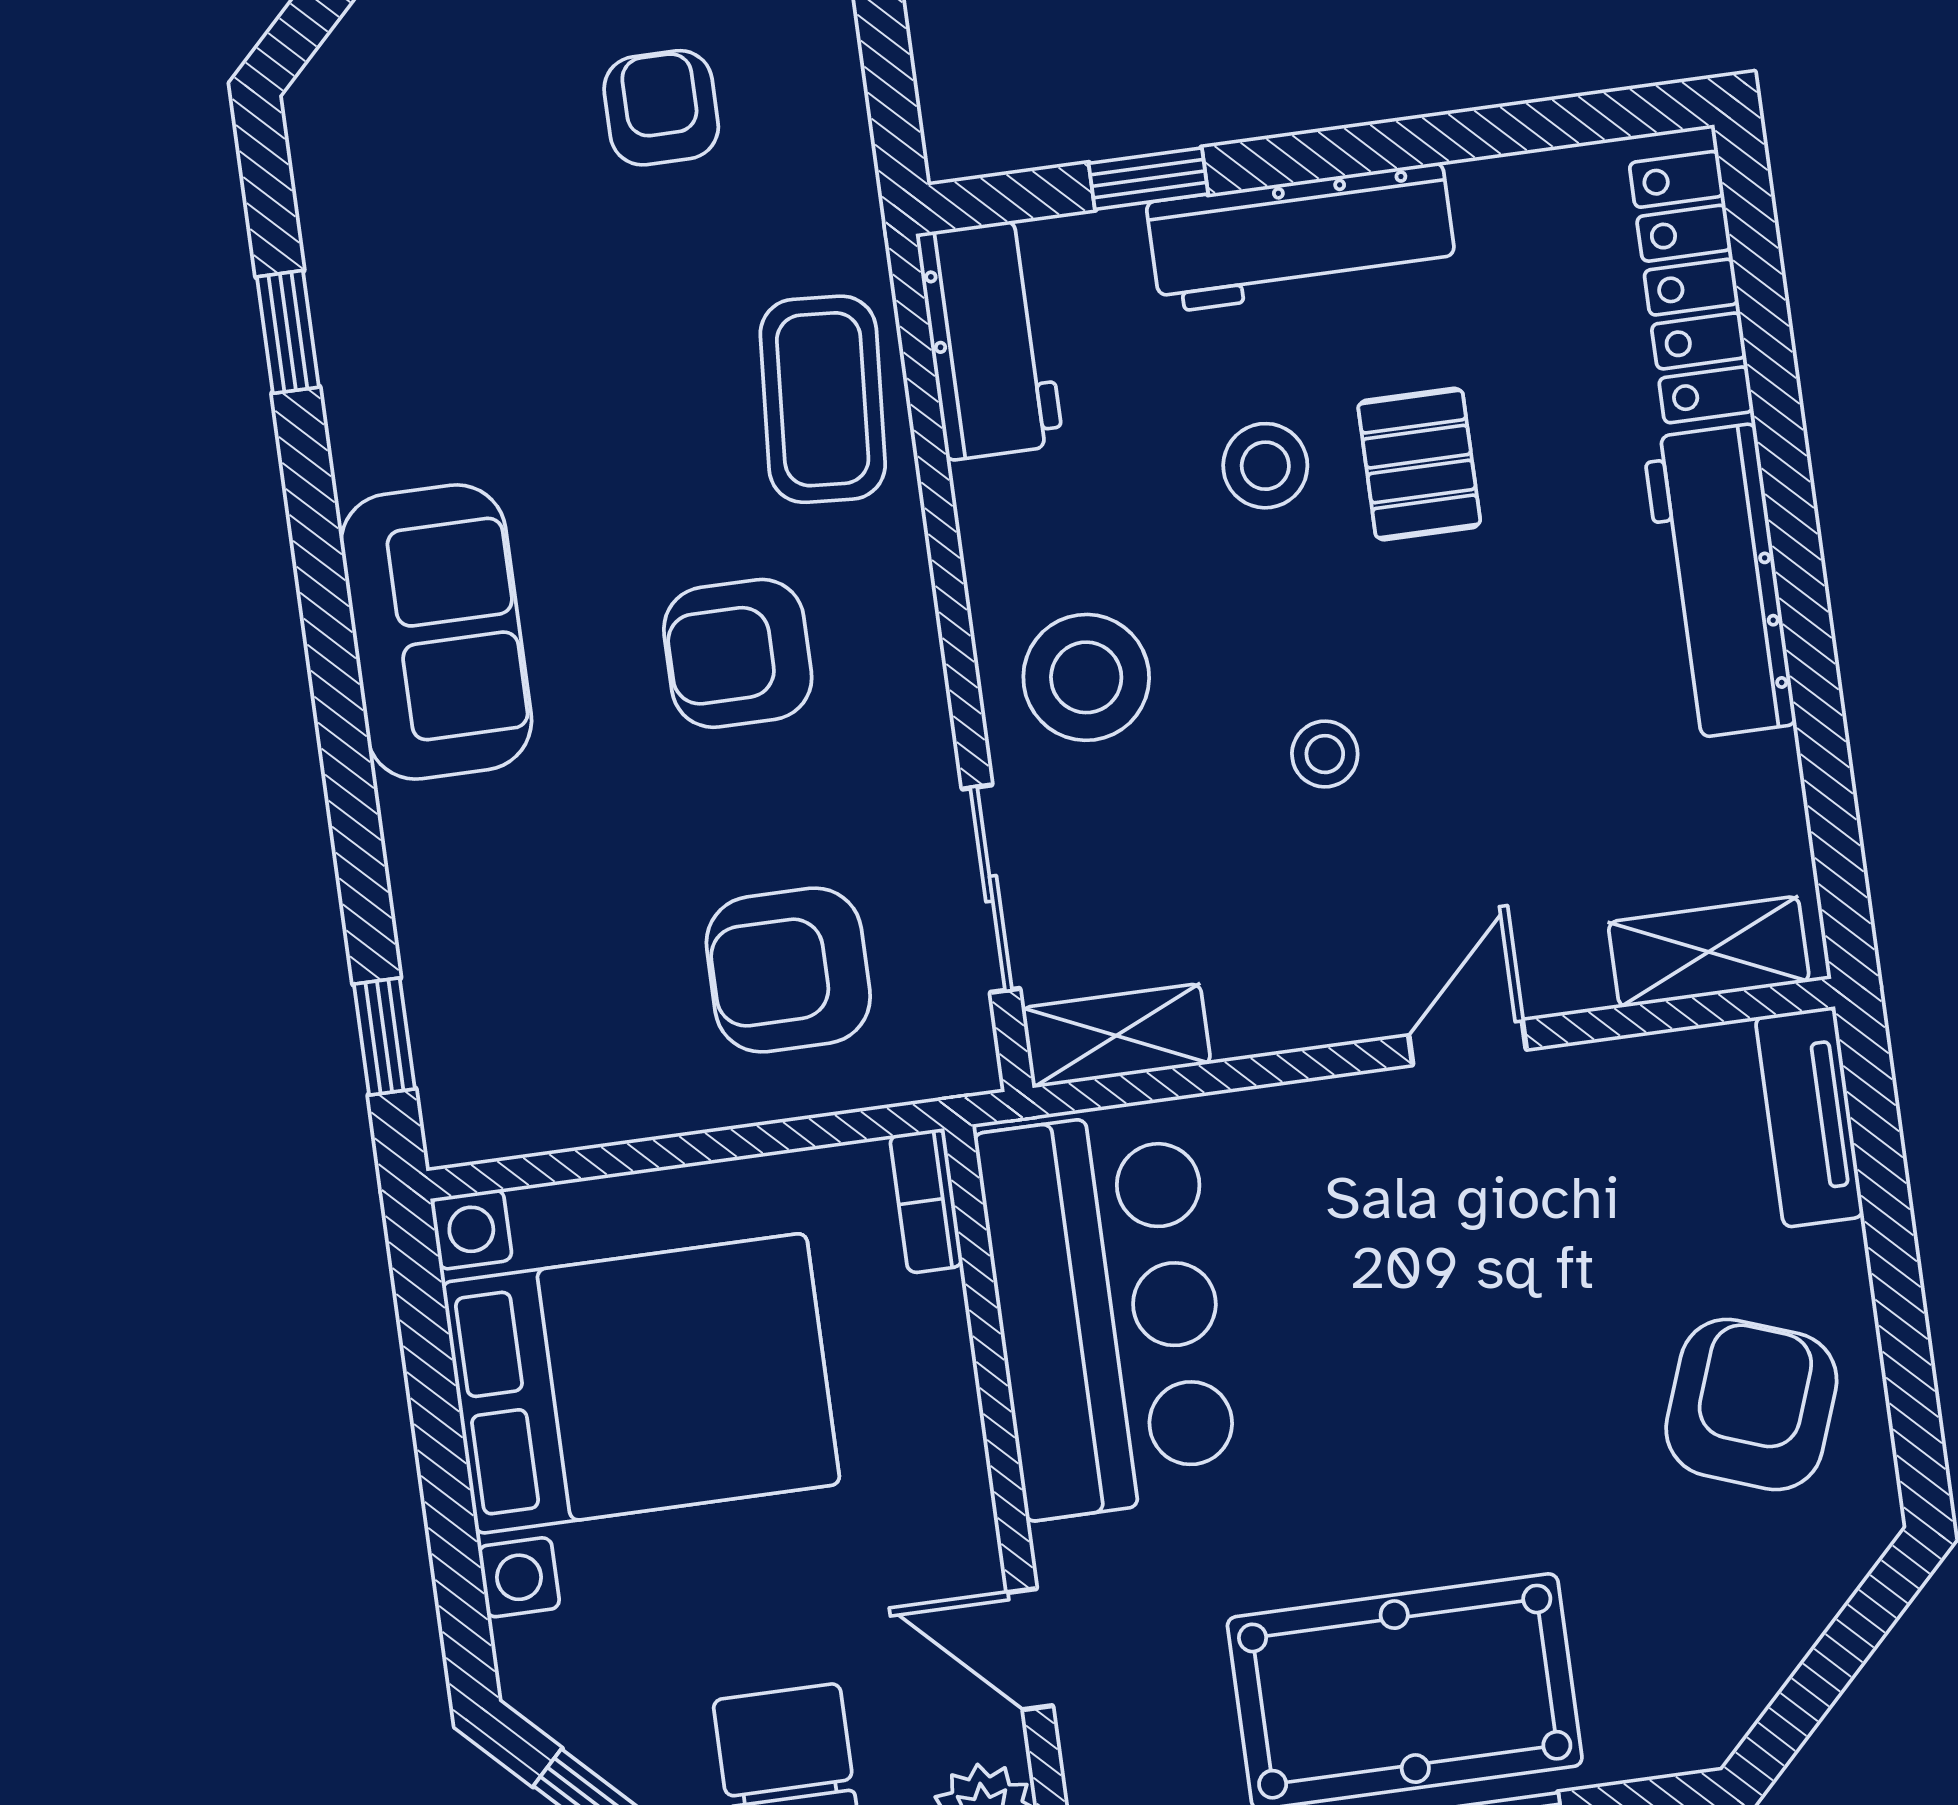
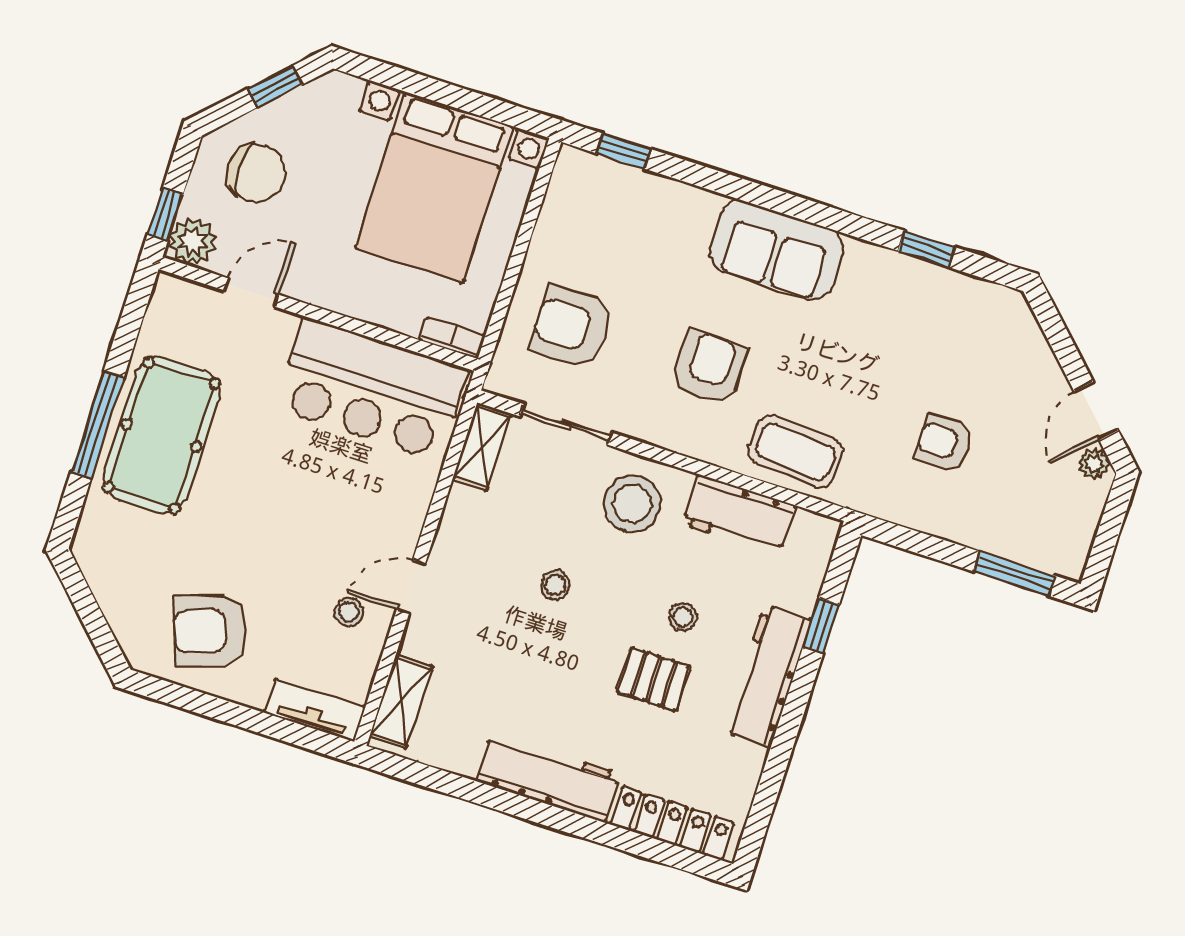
armchair: (661, 108) -> (944, 443), turned 180
workbench: (990, 339) -> (739, 515), moved
stool: (1265, 466) -> (683, 617), width x0.73, depth x0.73
armchair: (788, 970) -> (572, 327), turned -90
door: (1468, 1043) -> (411, 587), swing flipped
stool: (1579, 1143) -> (349, 612), added
armchair: (1751, 1404) -> (210, 631), turned 141

